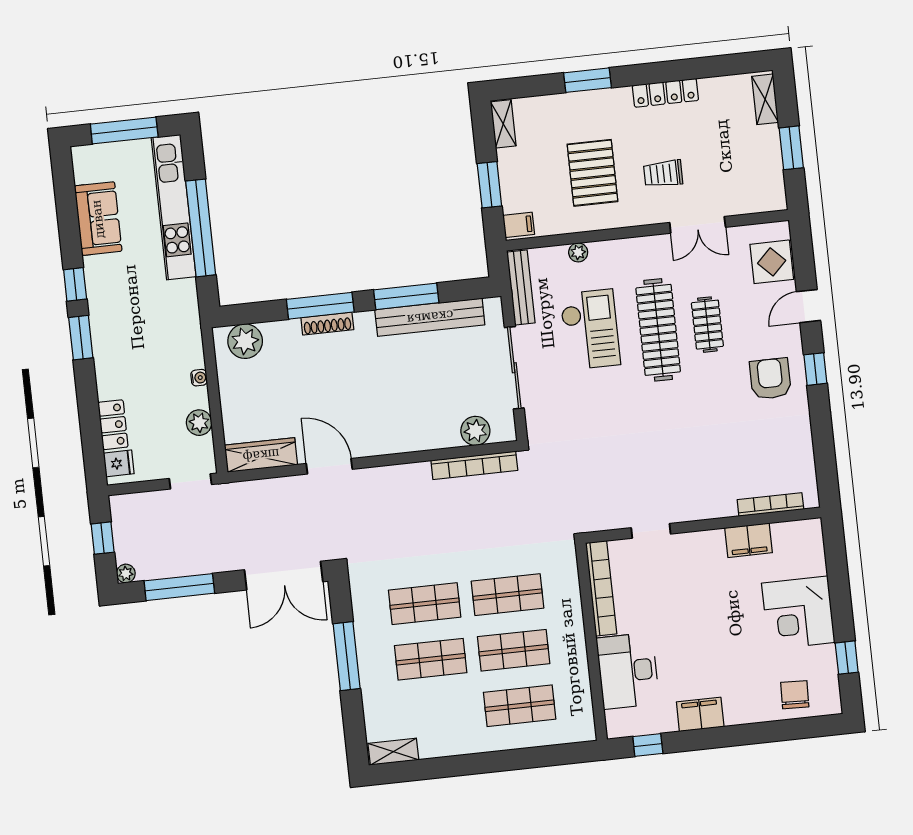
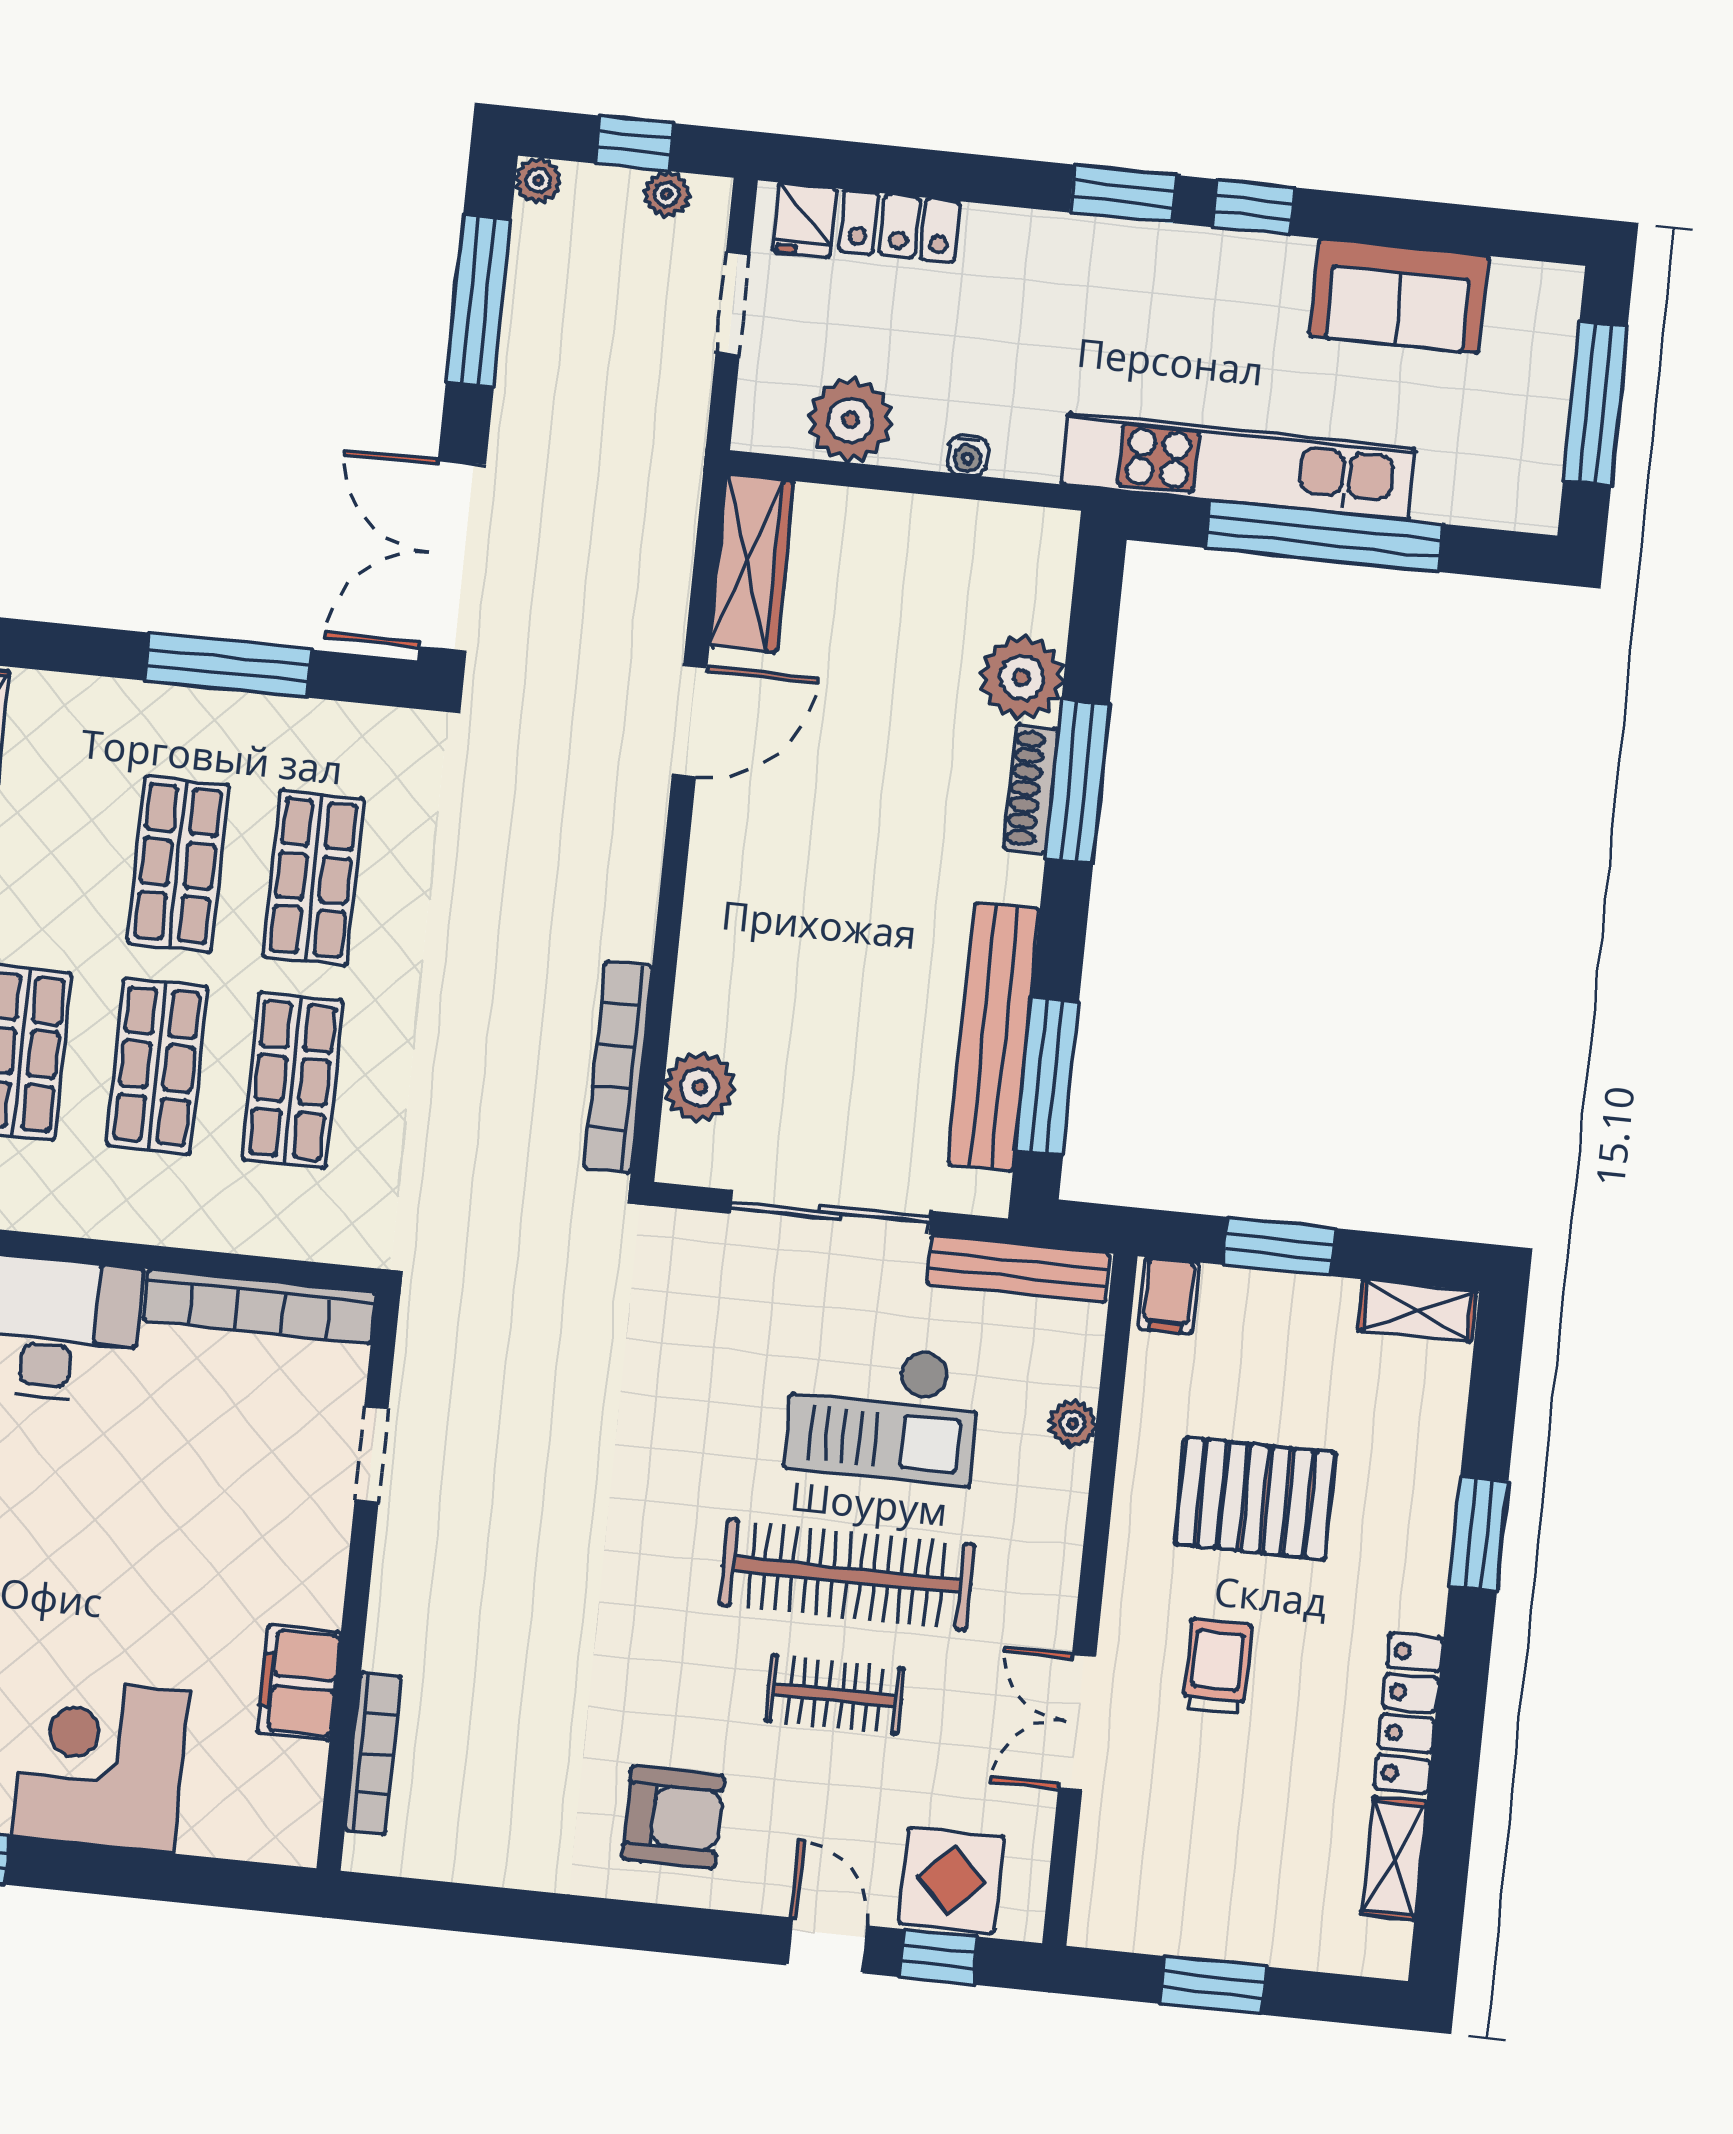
shelving: (765, 99) -> (1394, 1858), moved, turned 90
kitchen unit: (174, 207) -> (1238, 466), moved
window: (406, 296) -> (1047, 1076), moved
plant: (245, 341) -> (1022, 678), moved
window: (815, 369) -> (939, 1957), moved
plant: (199, 423) -> (850, 420), width x1.36, depth x1.36
doorway: (190, 481) -> (733, 303), moved
plant: (120, 521) -> (667, 194), added

